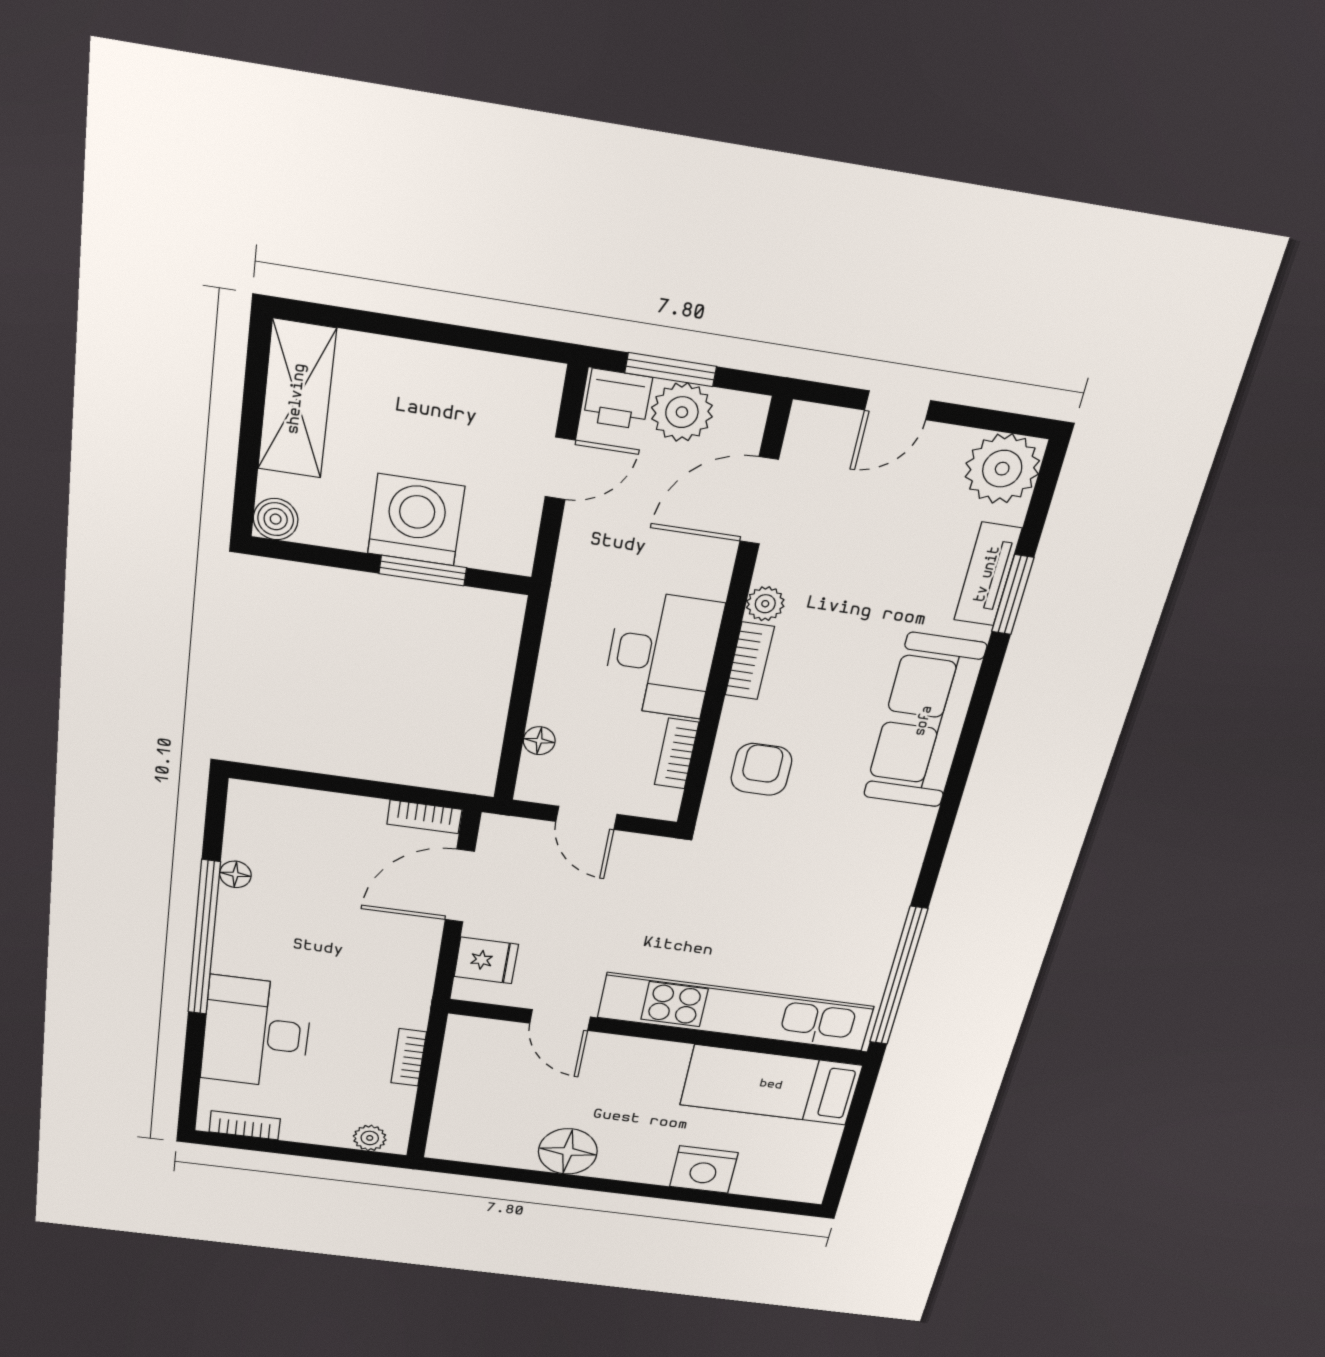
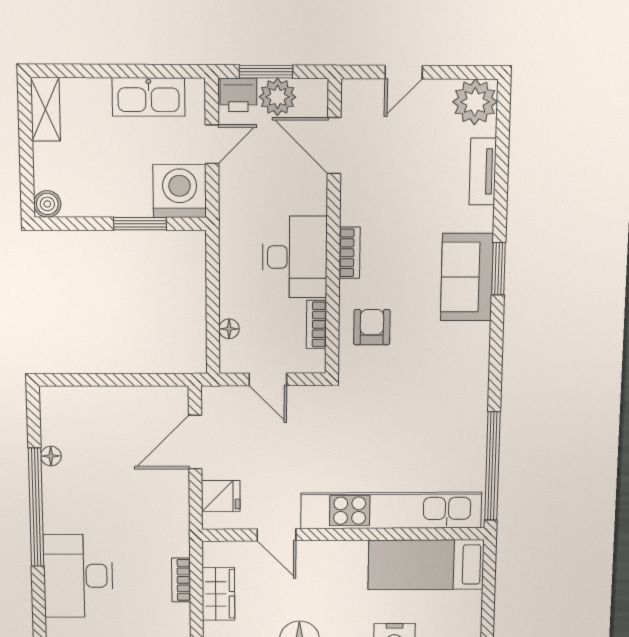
kitchen sink: (467, 380) -> (149, 97), added
shelving: (297, 399) -> (46, 109), width x0.67, depth x0.75
door: (759, 501) -> (334, 146), hinge flipped
washing machine: (416, 520) -> (180, 191), moved
window: (1013, 595) -> (498, 269), moved
plant: (765, 604) -> (351, 213), removed
sofa: (924, 721) -> (467, 277), width x0.73
bookcase: (424, 817) -> (165, 395), removed
wardrobe: (461, 1081) -> (218, 594), added

